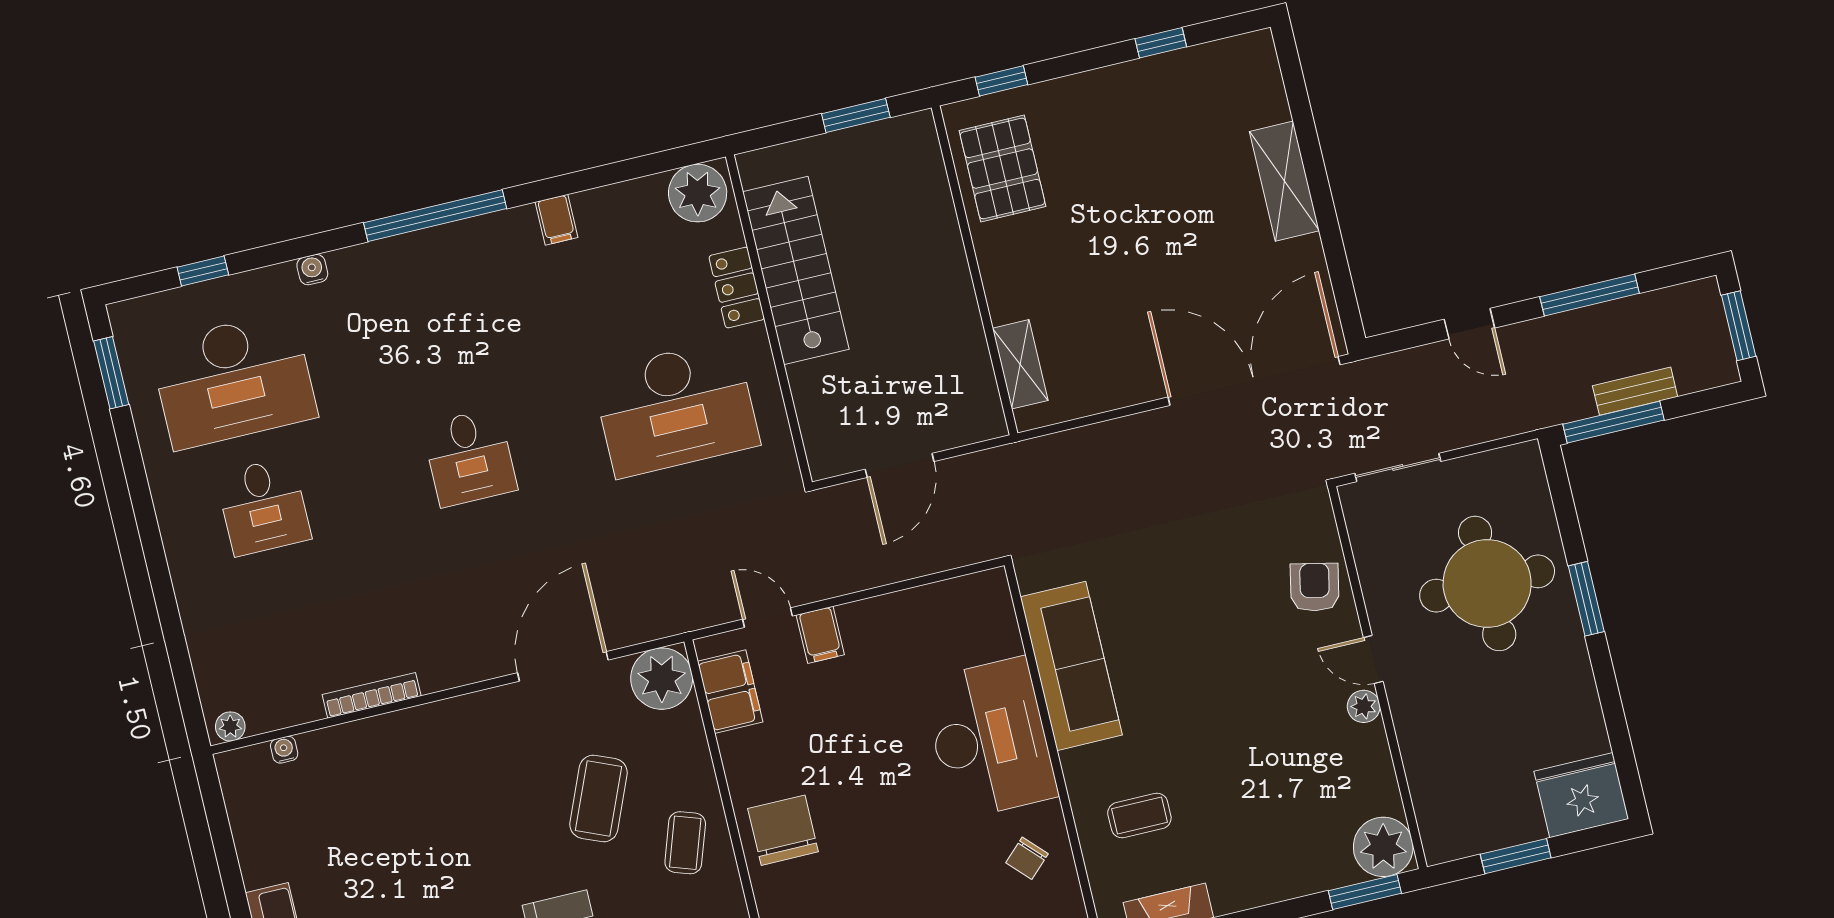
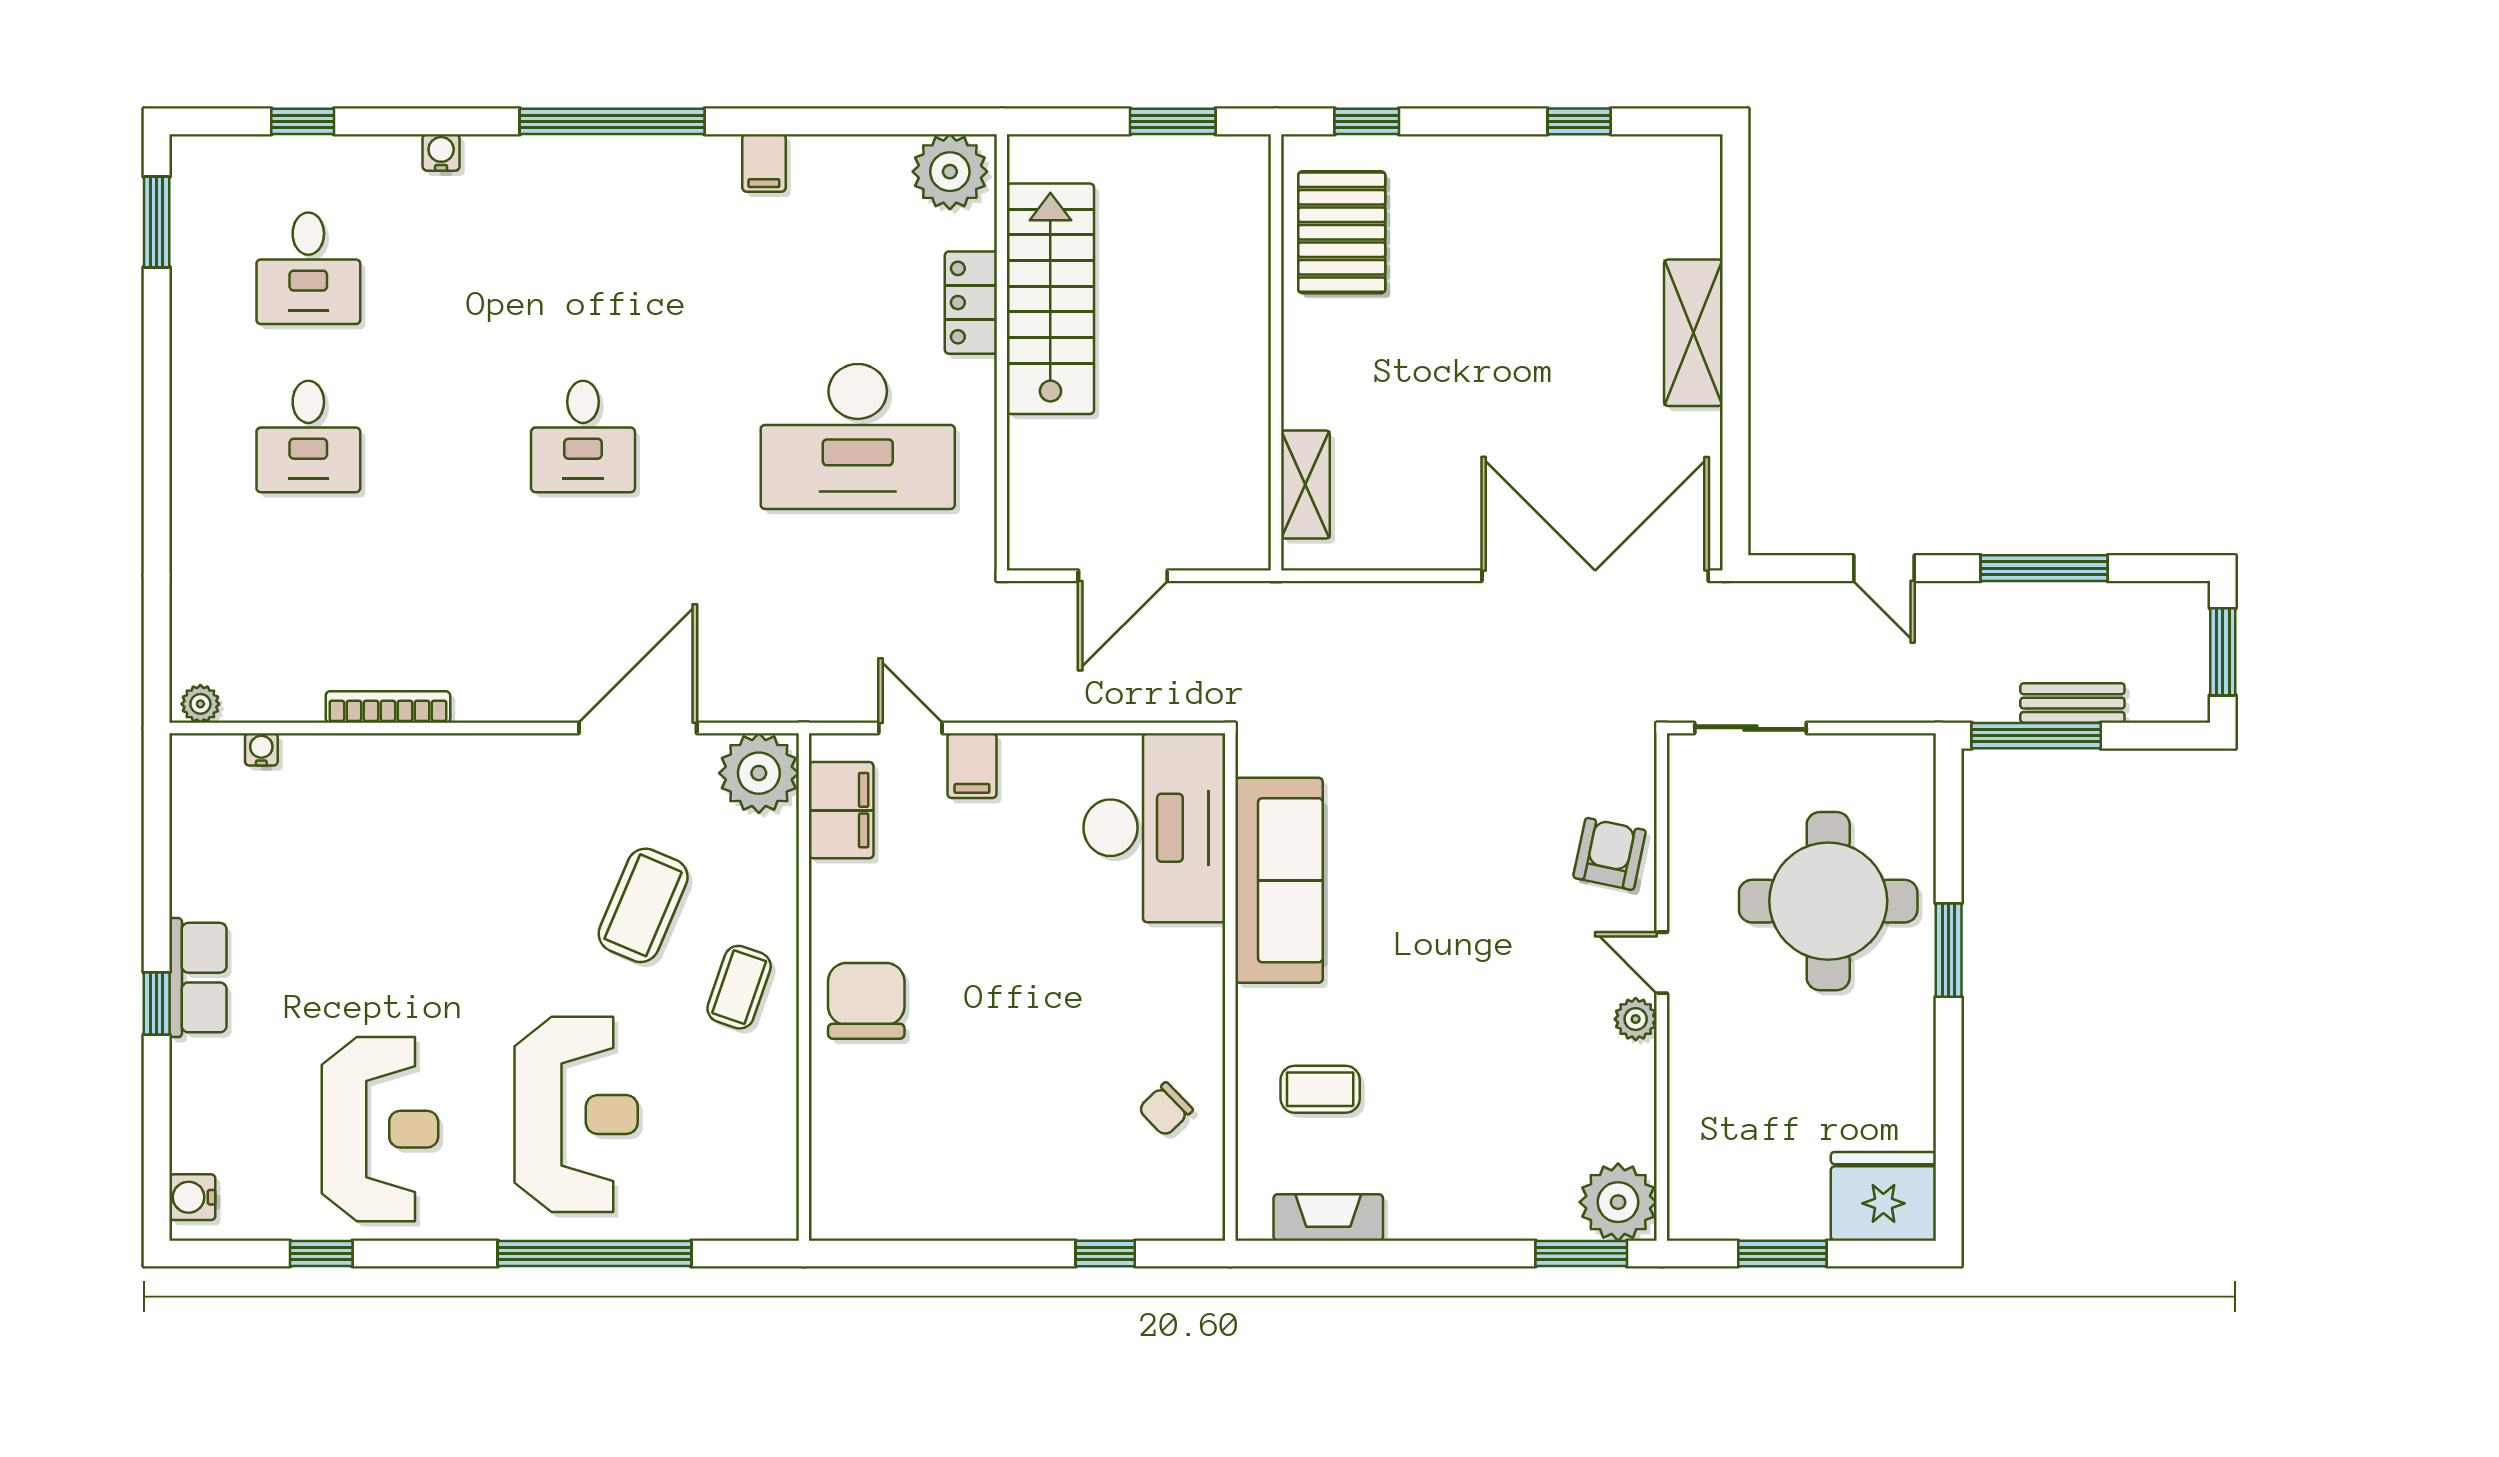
desk: (233, 380) -> (308, 268), width x0.53, depth x0.77
desk: (990, 738) -> (1154, 828), moved

